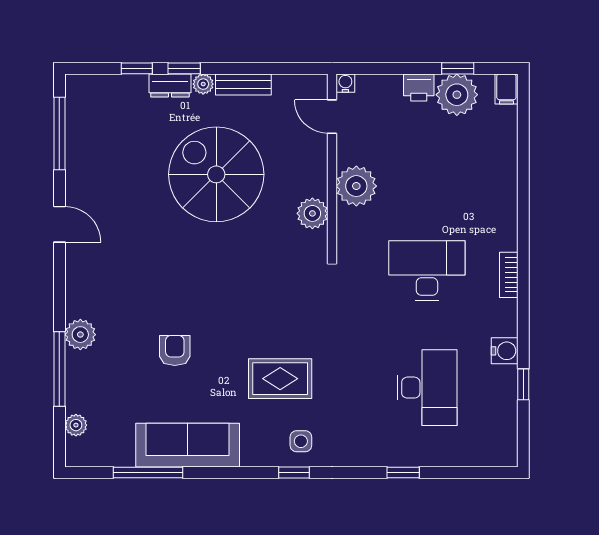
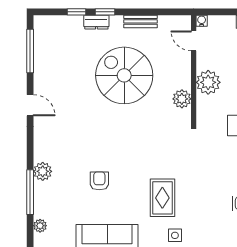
plant: (203, 84) -> (116, 21), removed
rug: (280, 379) -> (162, 198), turned 90

